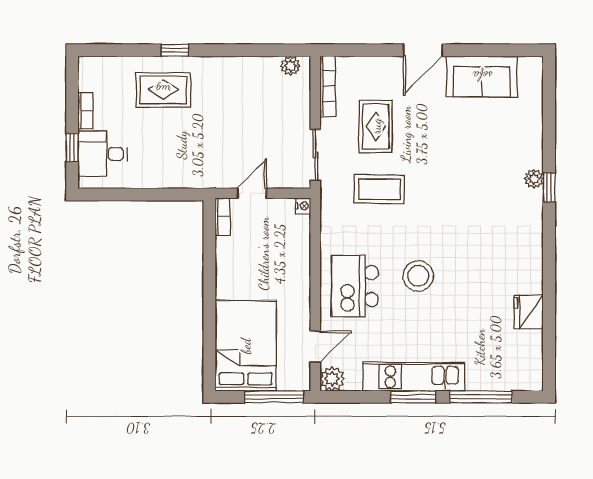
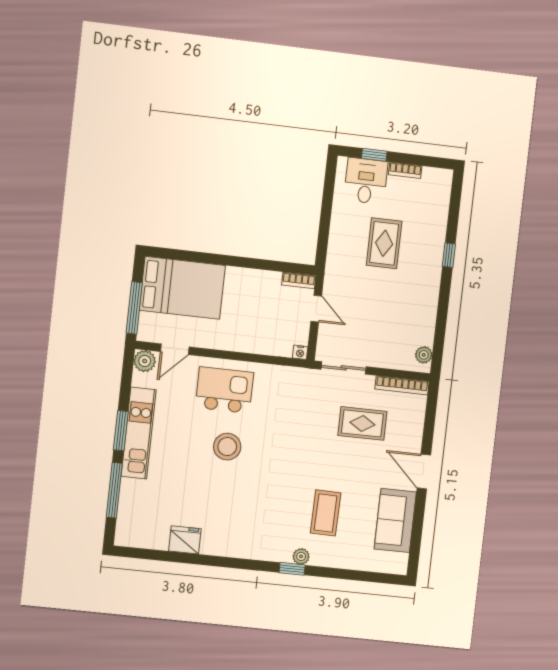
rug: (163, 90) -> (384, 243), moved
coffee table: (379, 189) -> (326, 513), moved
door: (315, 347) -> (175, 349), hinge flipped

